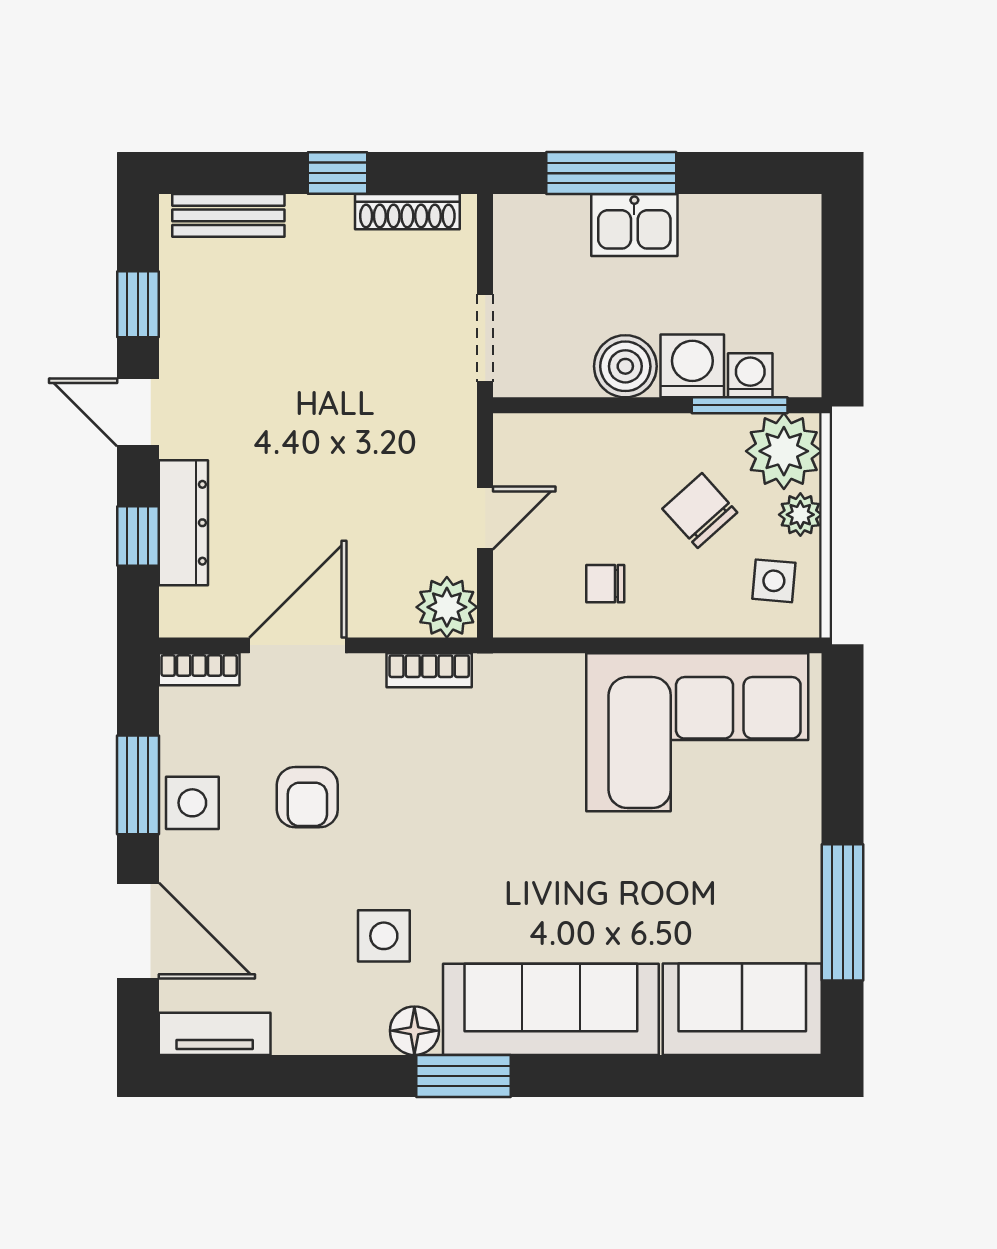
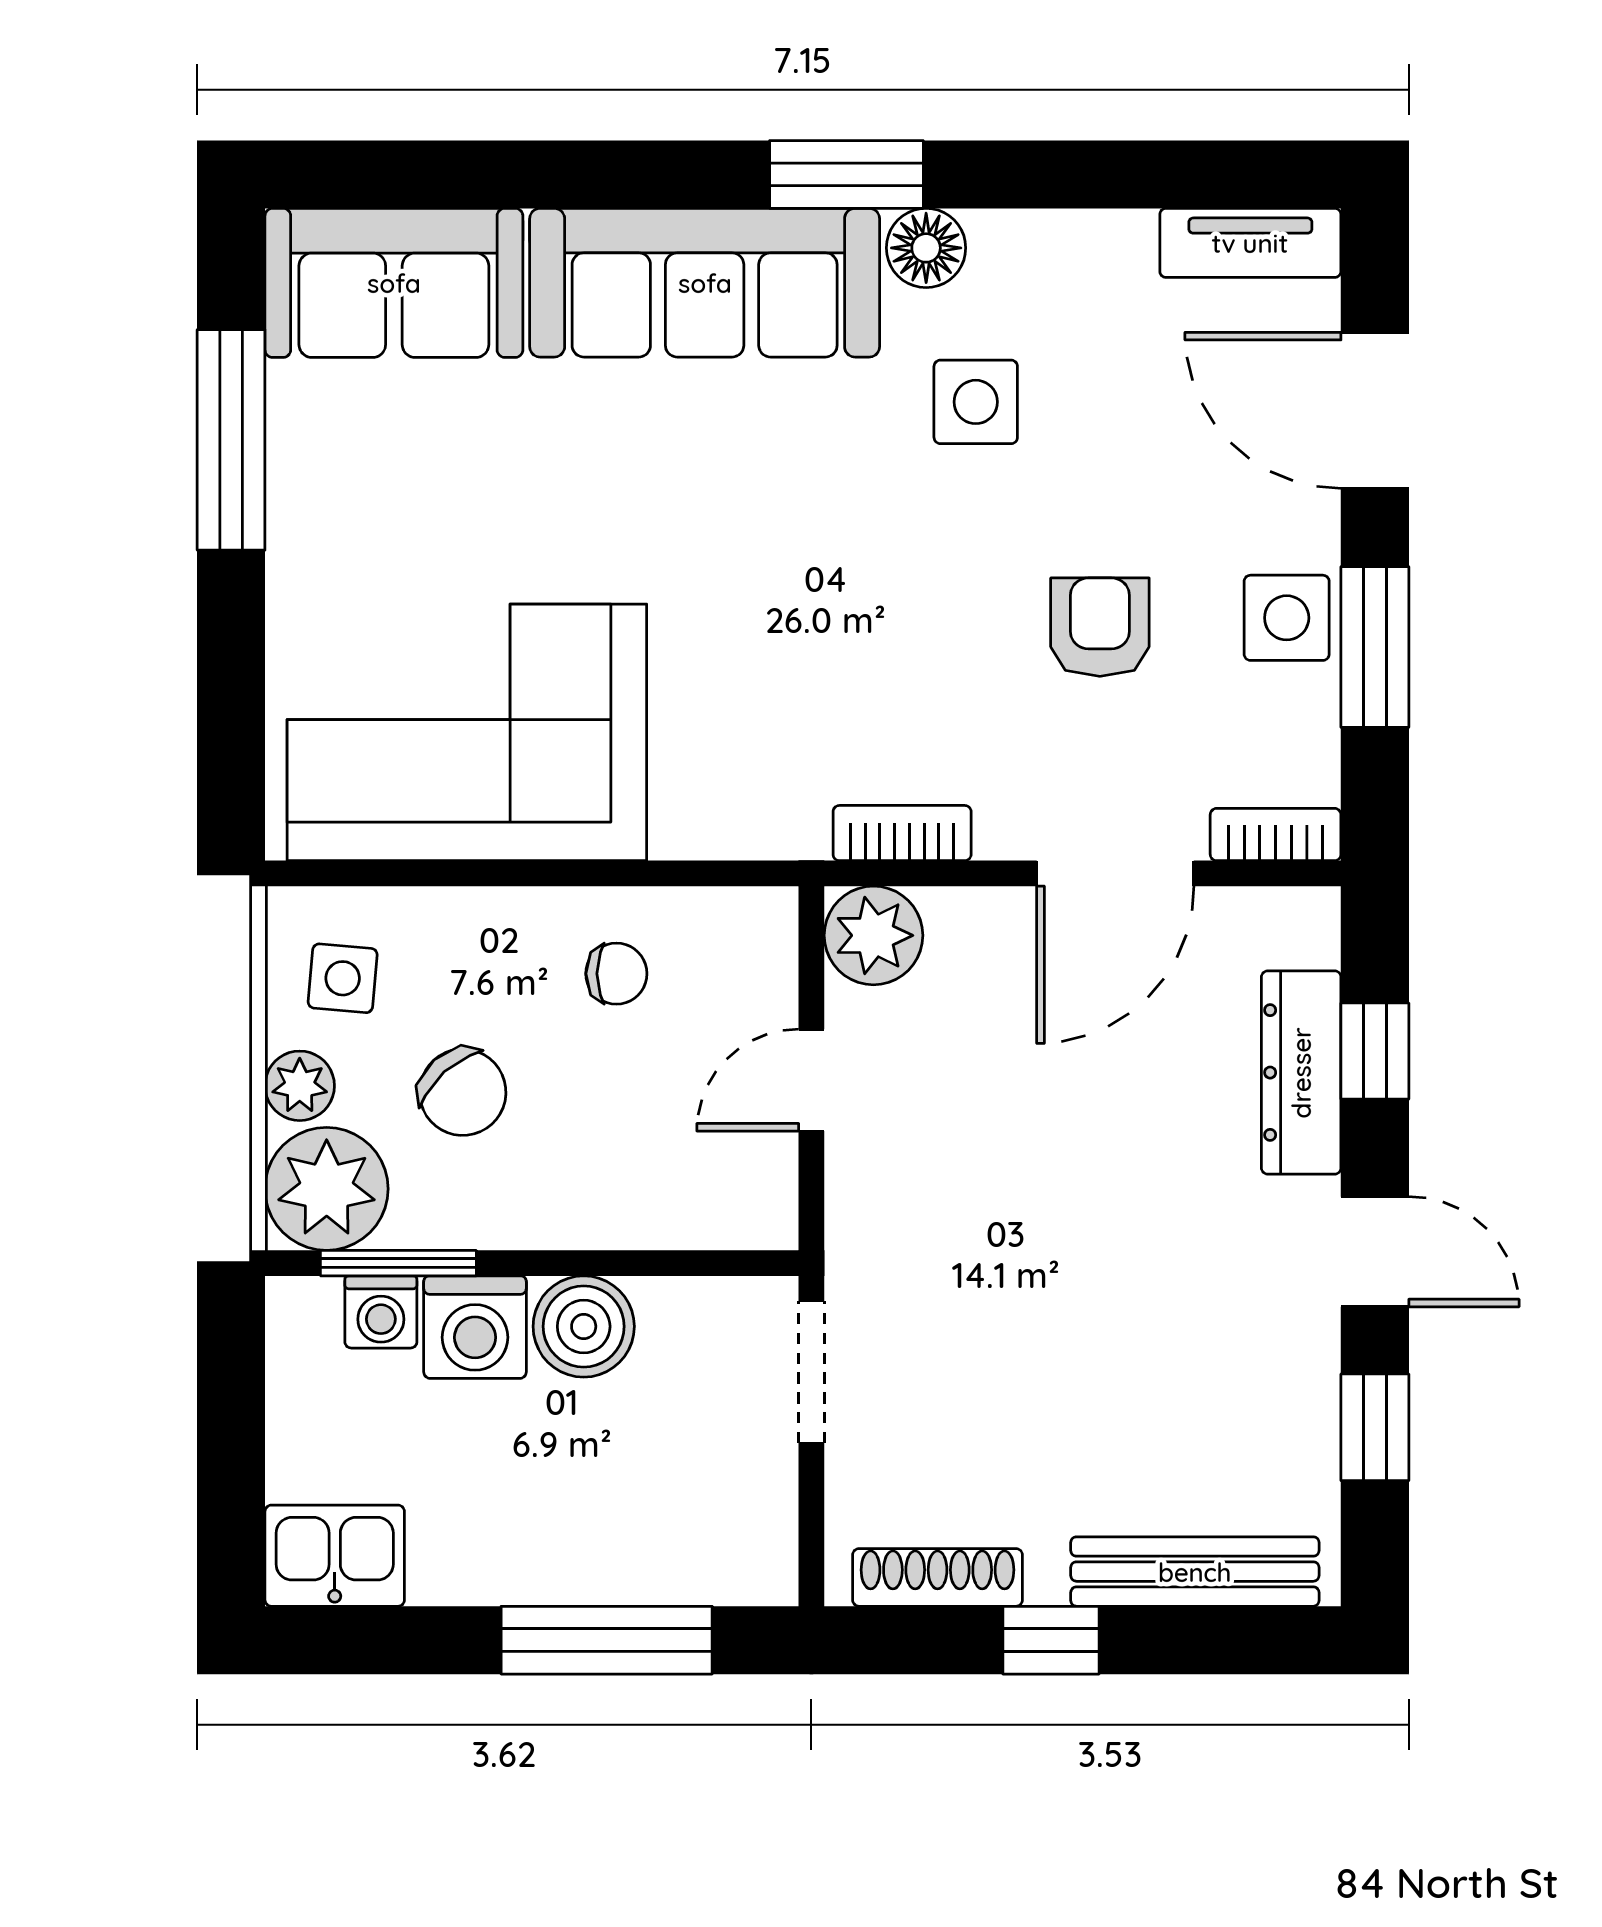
bench: (228, 215) -> (1195, 1572), width x1.36
kitchen sink: (634, 225) -> (335, 1556), moved

